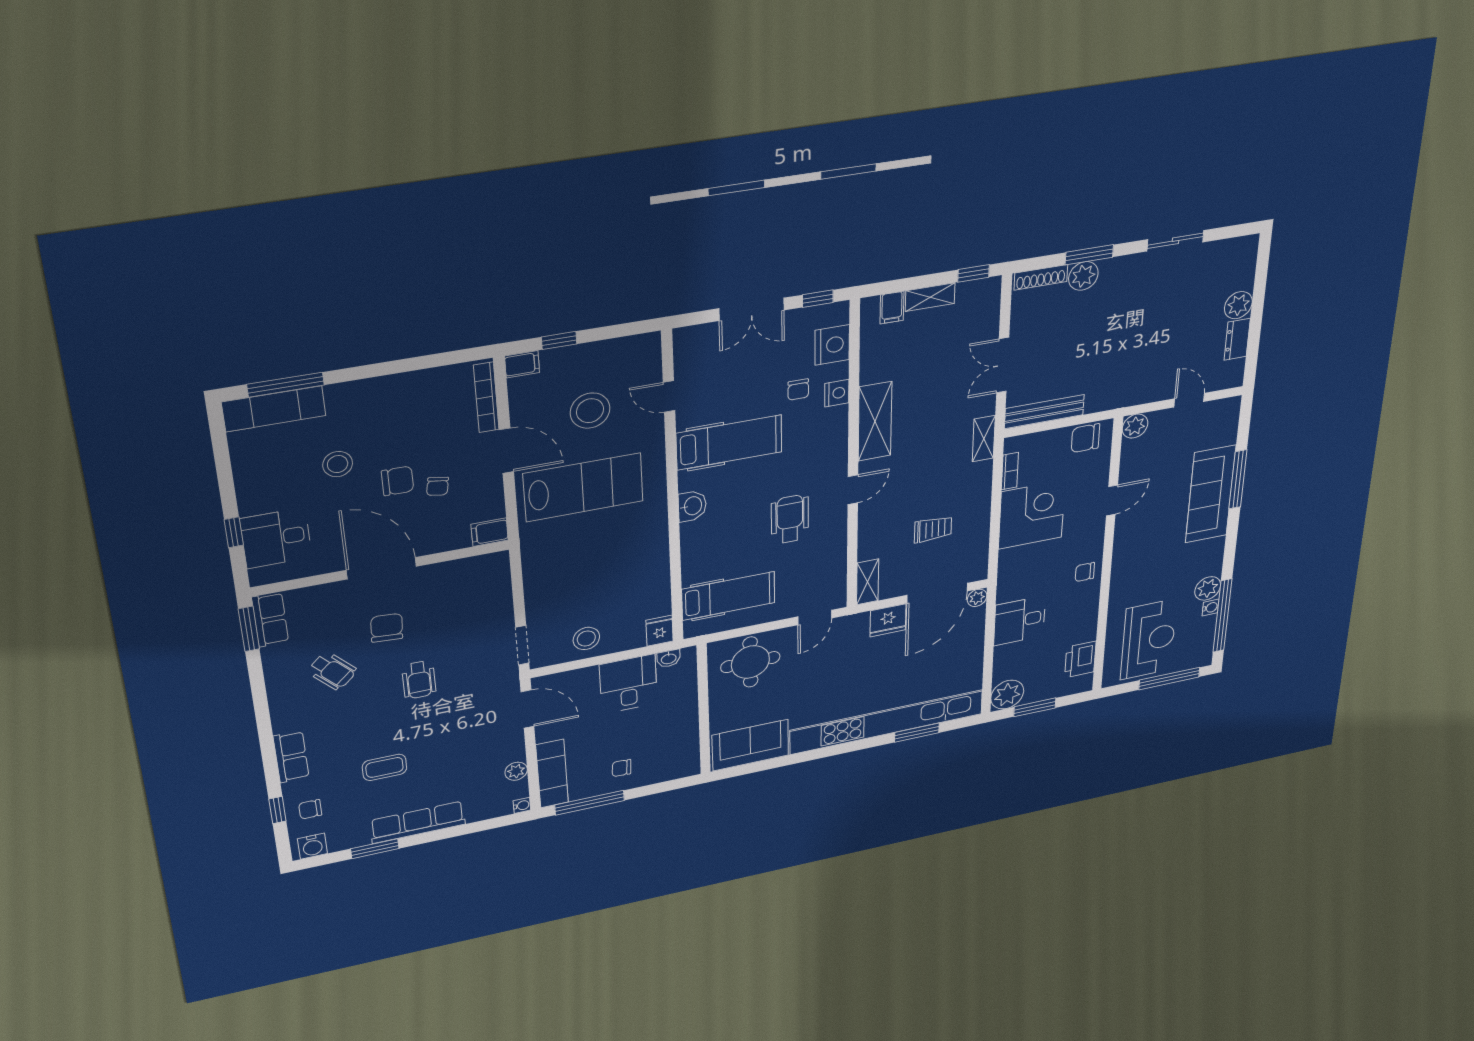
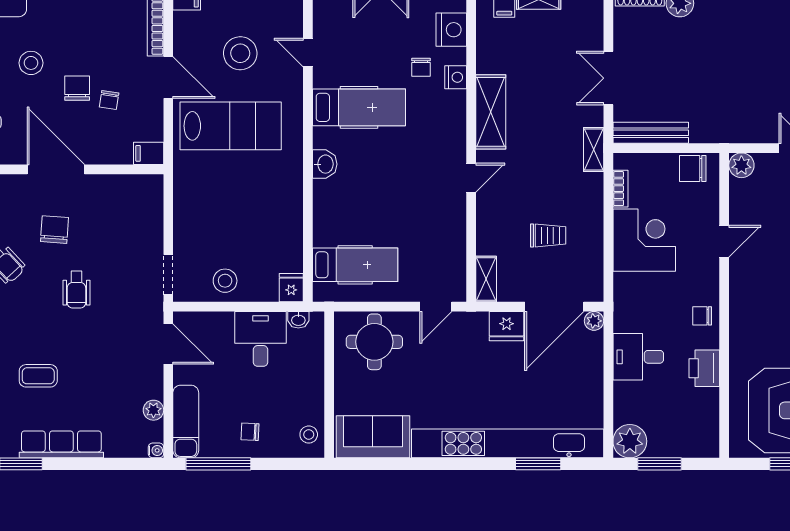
chair: (398, 481) -> (77, 88), turned -90
wheelchair: (790, 519) -> (413, 196), removed
printer: (1080, 659) -> (704, 368), moved
stool: (684, 757) -> (309, 435), added

